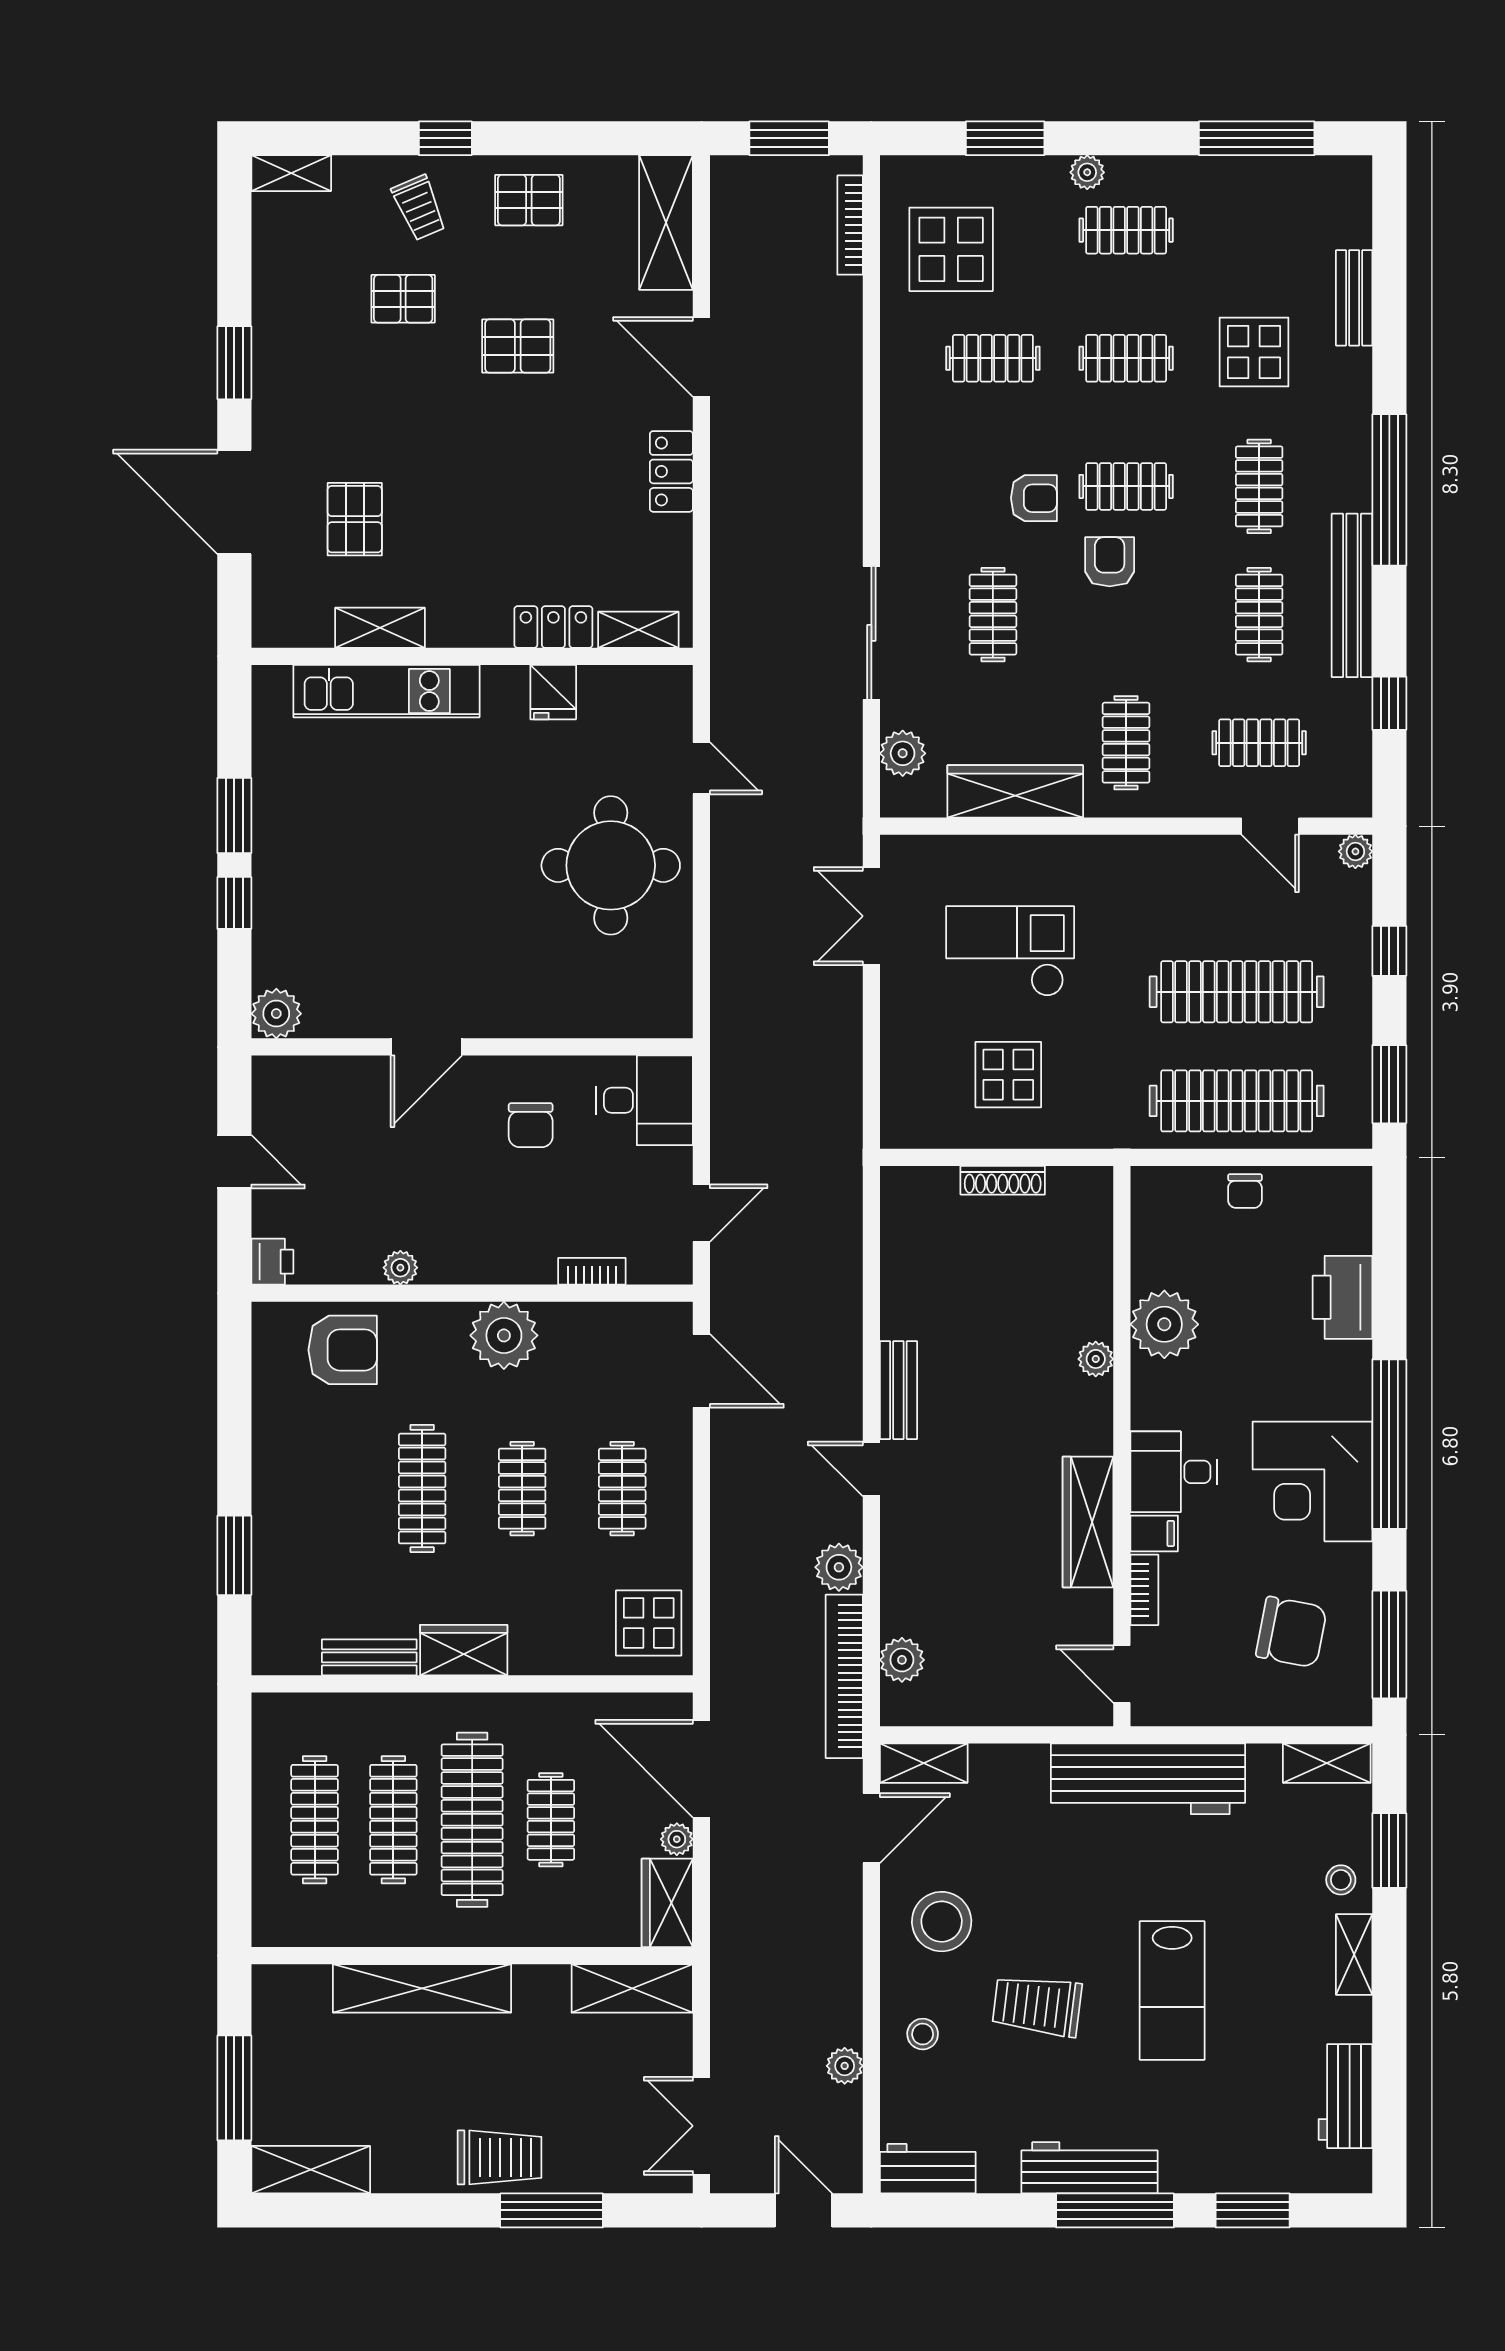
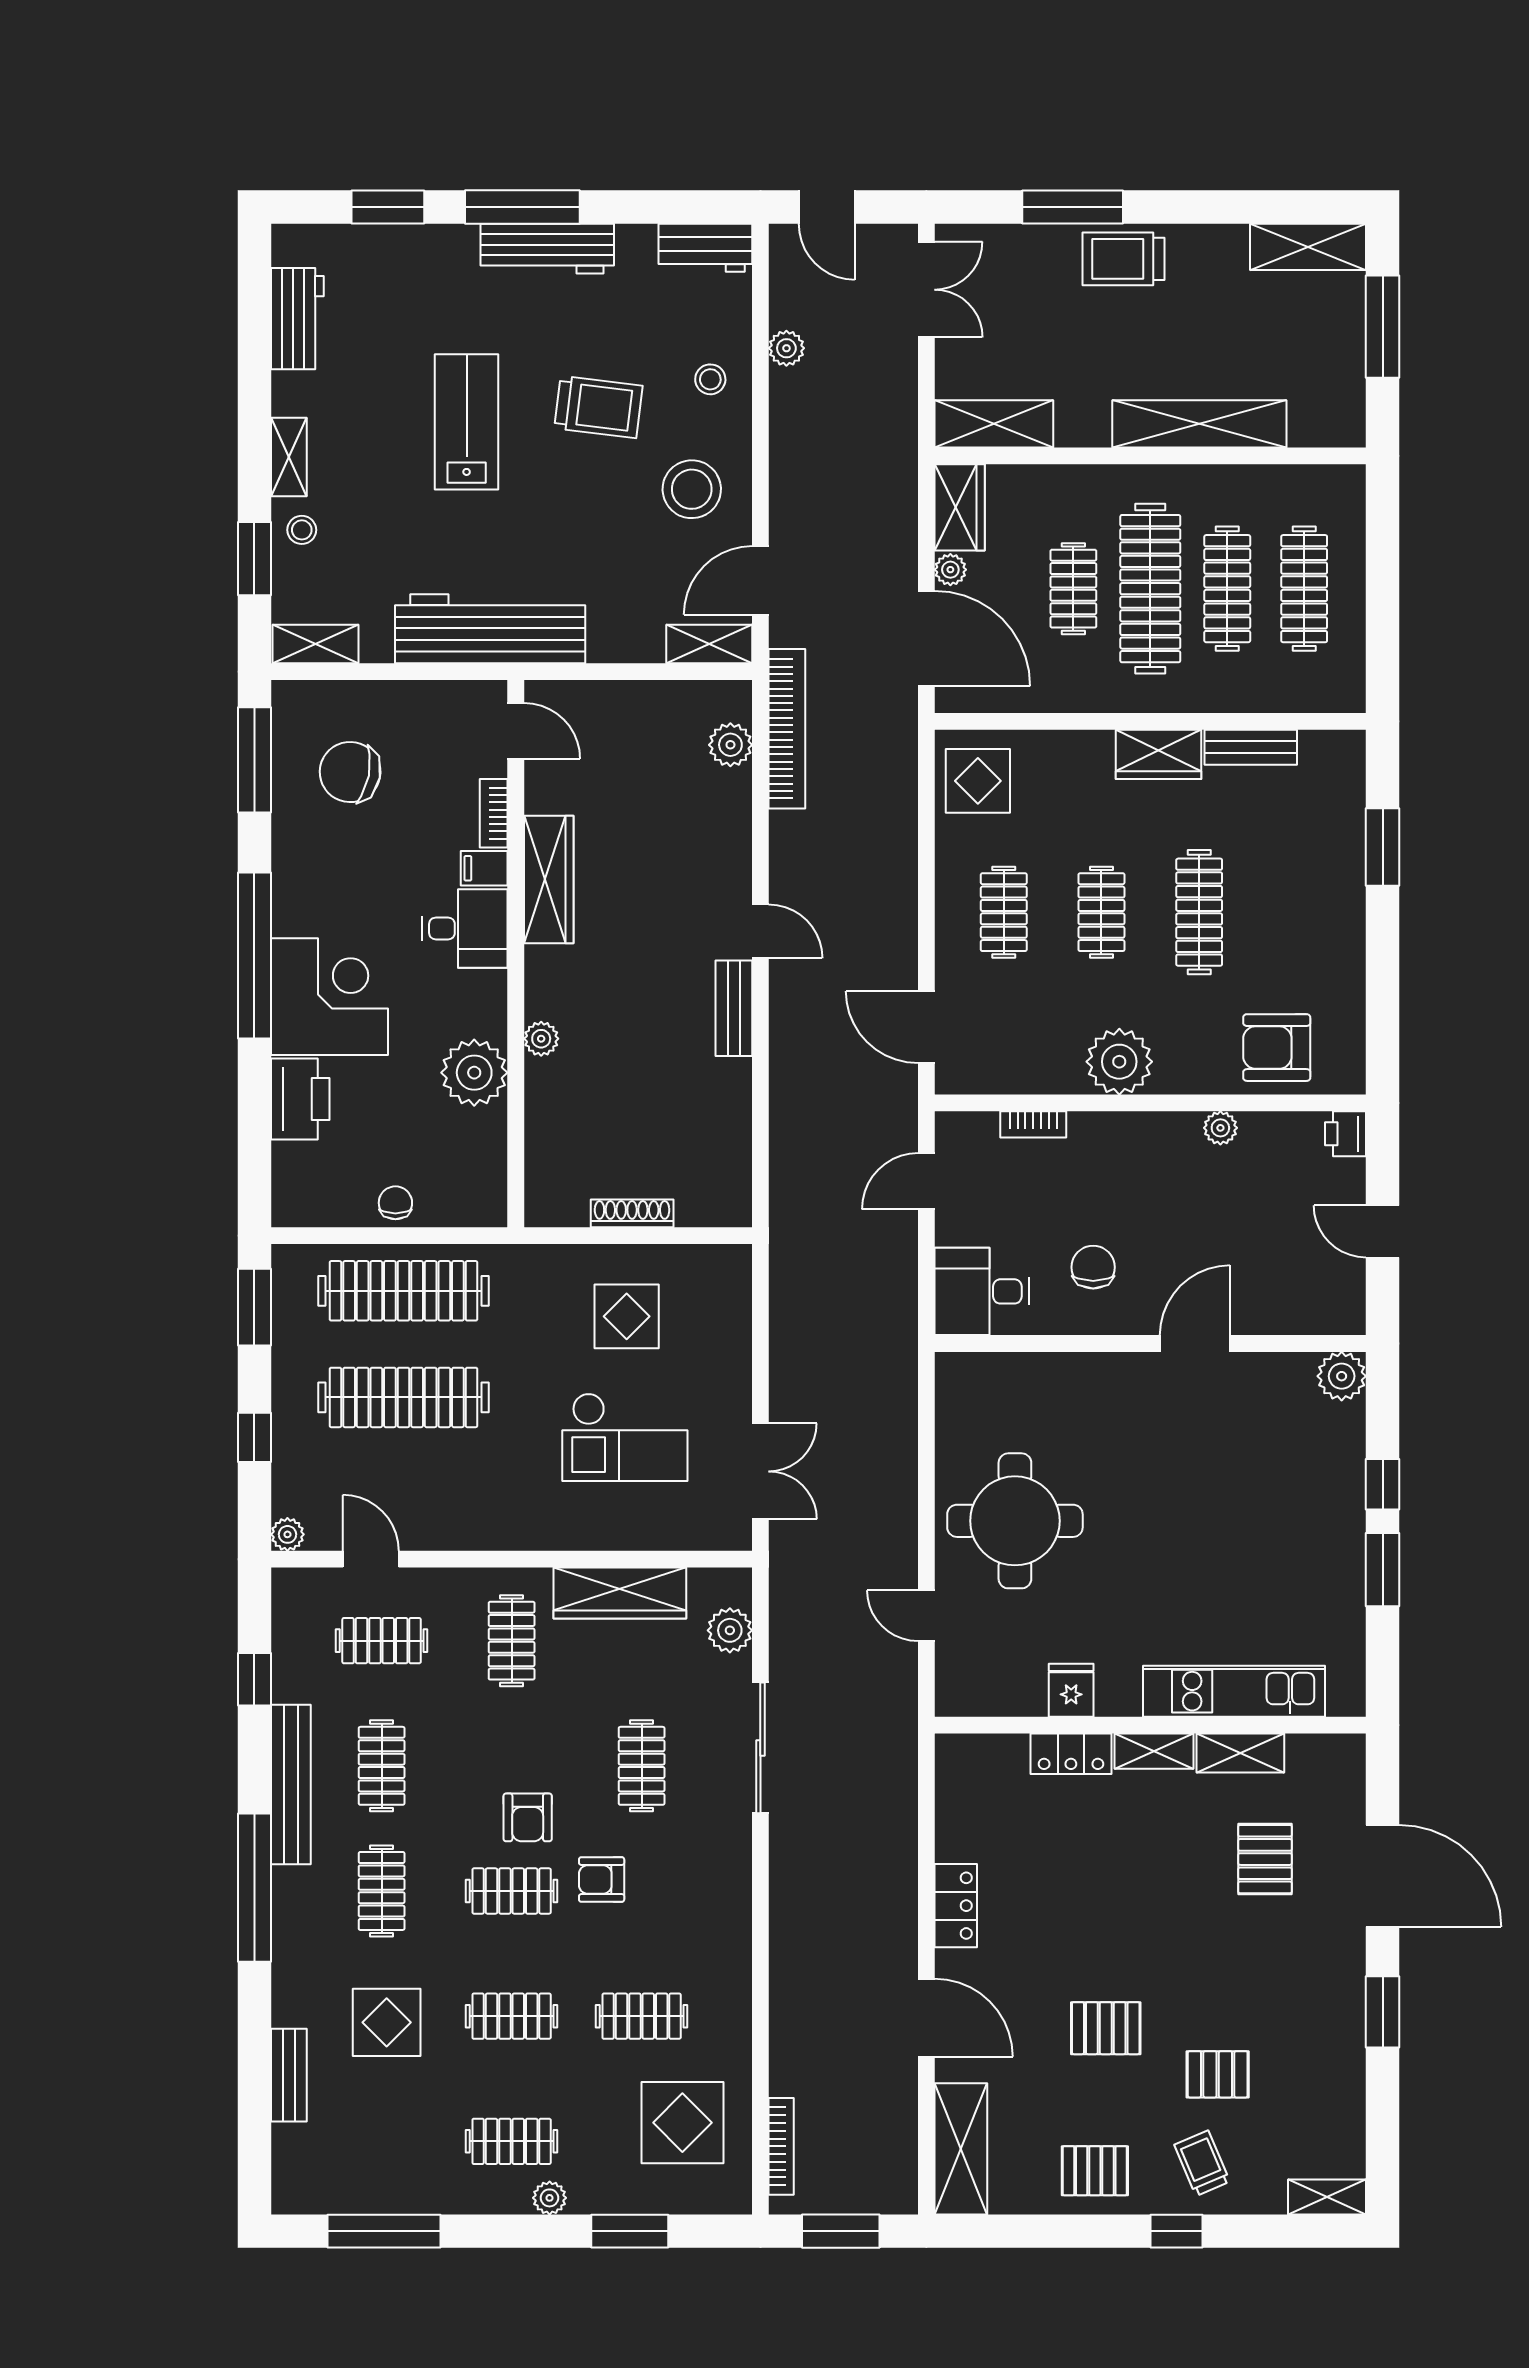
shelving: (638, 630) -> (1154, 1751), moved
corner desk: (1312, 1481) -> (330, 997), moved
plant: (839, 1567) -> (792, 835), removed

